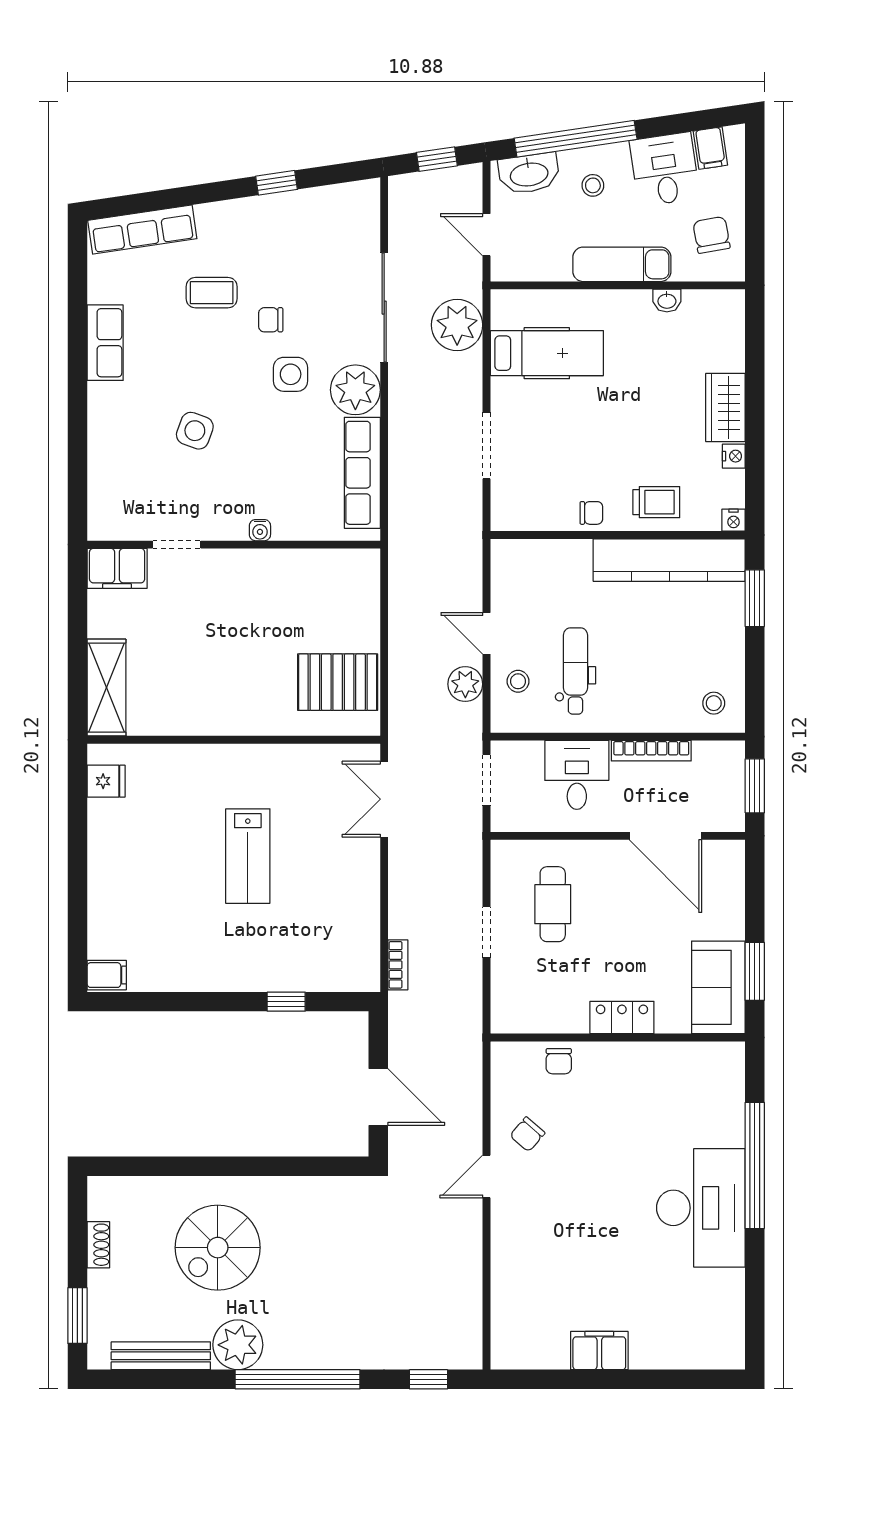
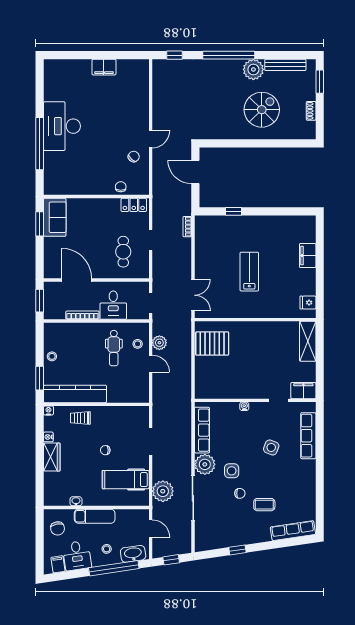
row of seats: (105, 343) -> (308, 436), moved, width x1.48
chair: (591, 513) -> (105, 450), moved
stool: (714, 703) -> (52, 356), moved
filing cabinet: (107, 975) -> (308, 256), moved, width x2.00
locker: (622, 1017) -> (134, 205), moved

